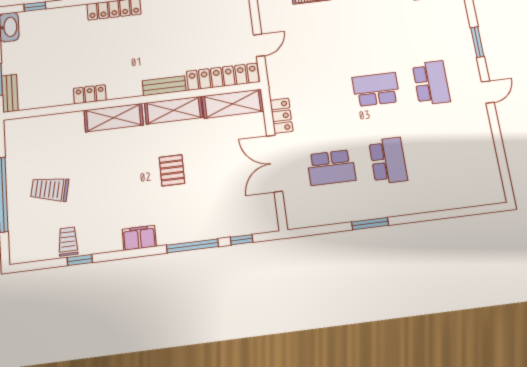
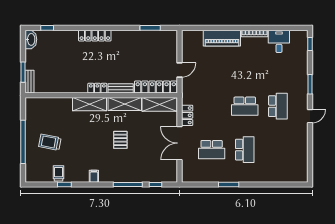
school desk: (376, 89) -> (245, 106), turned 180
locker: (90, 94) -> (97, 88), moved
filing cabinet: (139, 238) -> (94, 176), width x0.50

